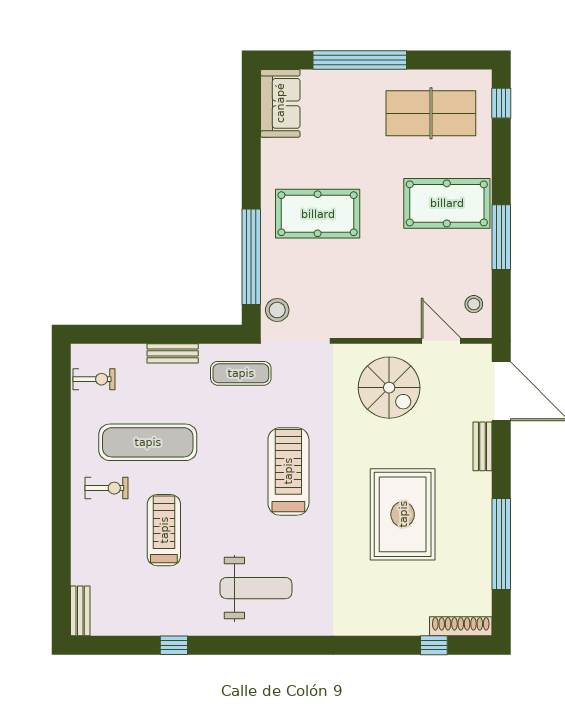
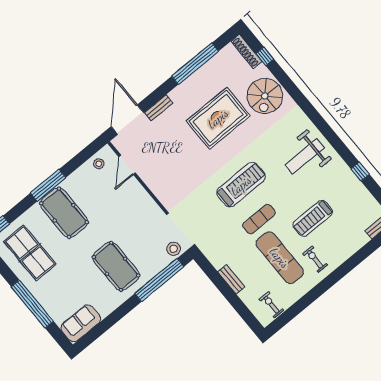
window: (501, 237) -> (48, 185), moved
exercise mat: (241, 373) -> (259, 219), moved, turned 90
spiral stairs: (389, 388) -> (265, 96), moved, turned 180
treadmill: (288, 471) -> (241, 185), turned 180
weight bench: (256, 588) -> (305, 156), turned -90

